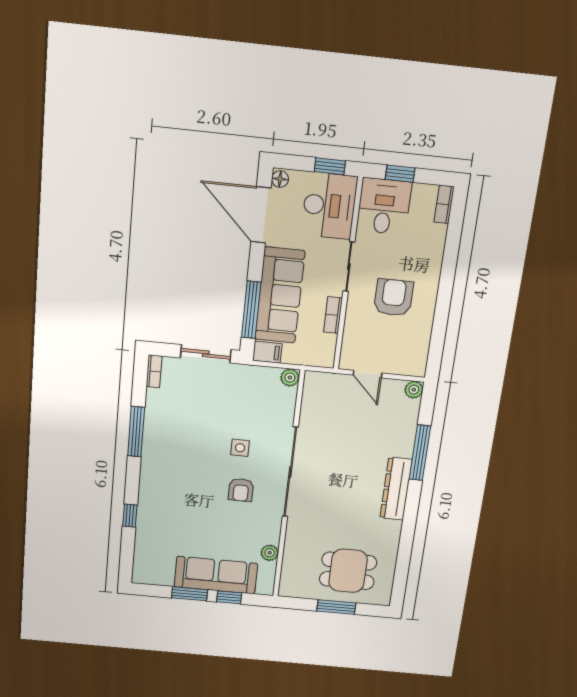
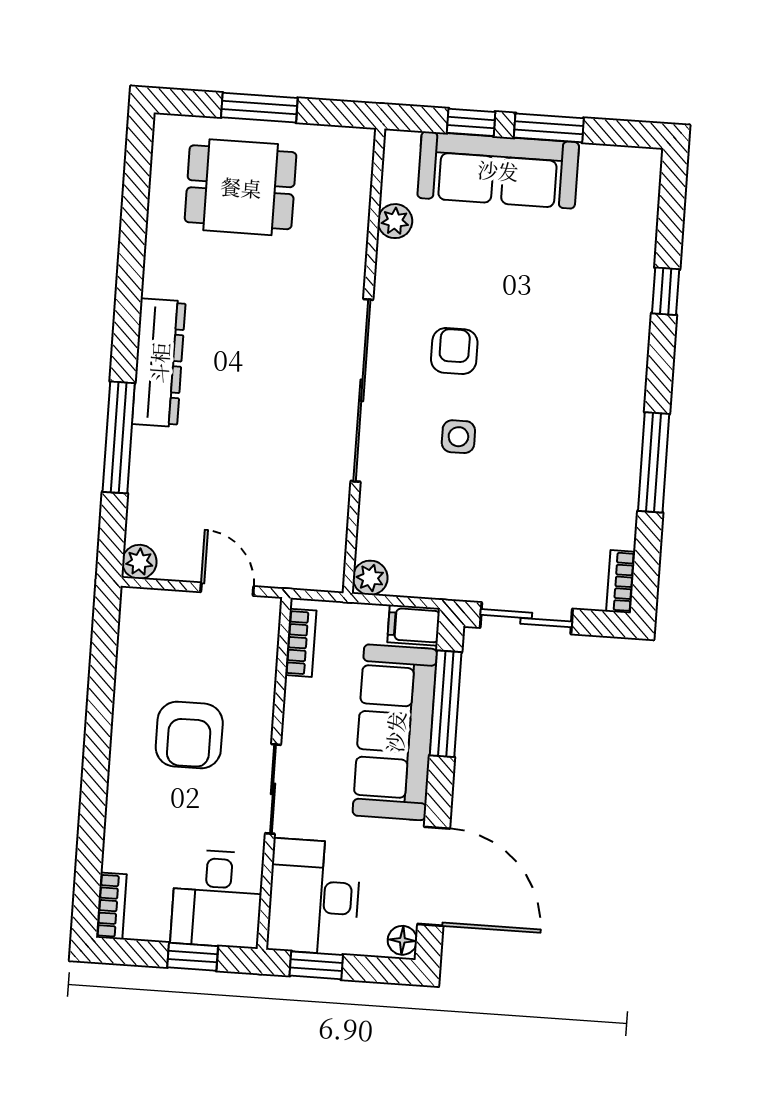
bookcase: (333, 315) -> (301, 643), moved

